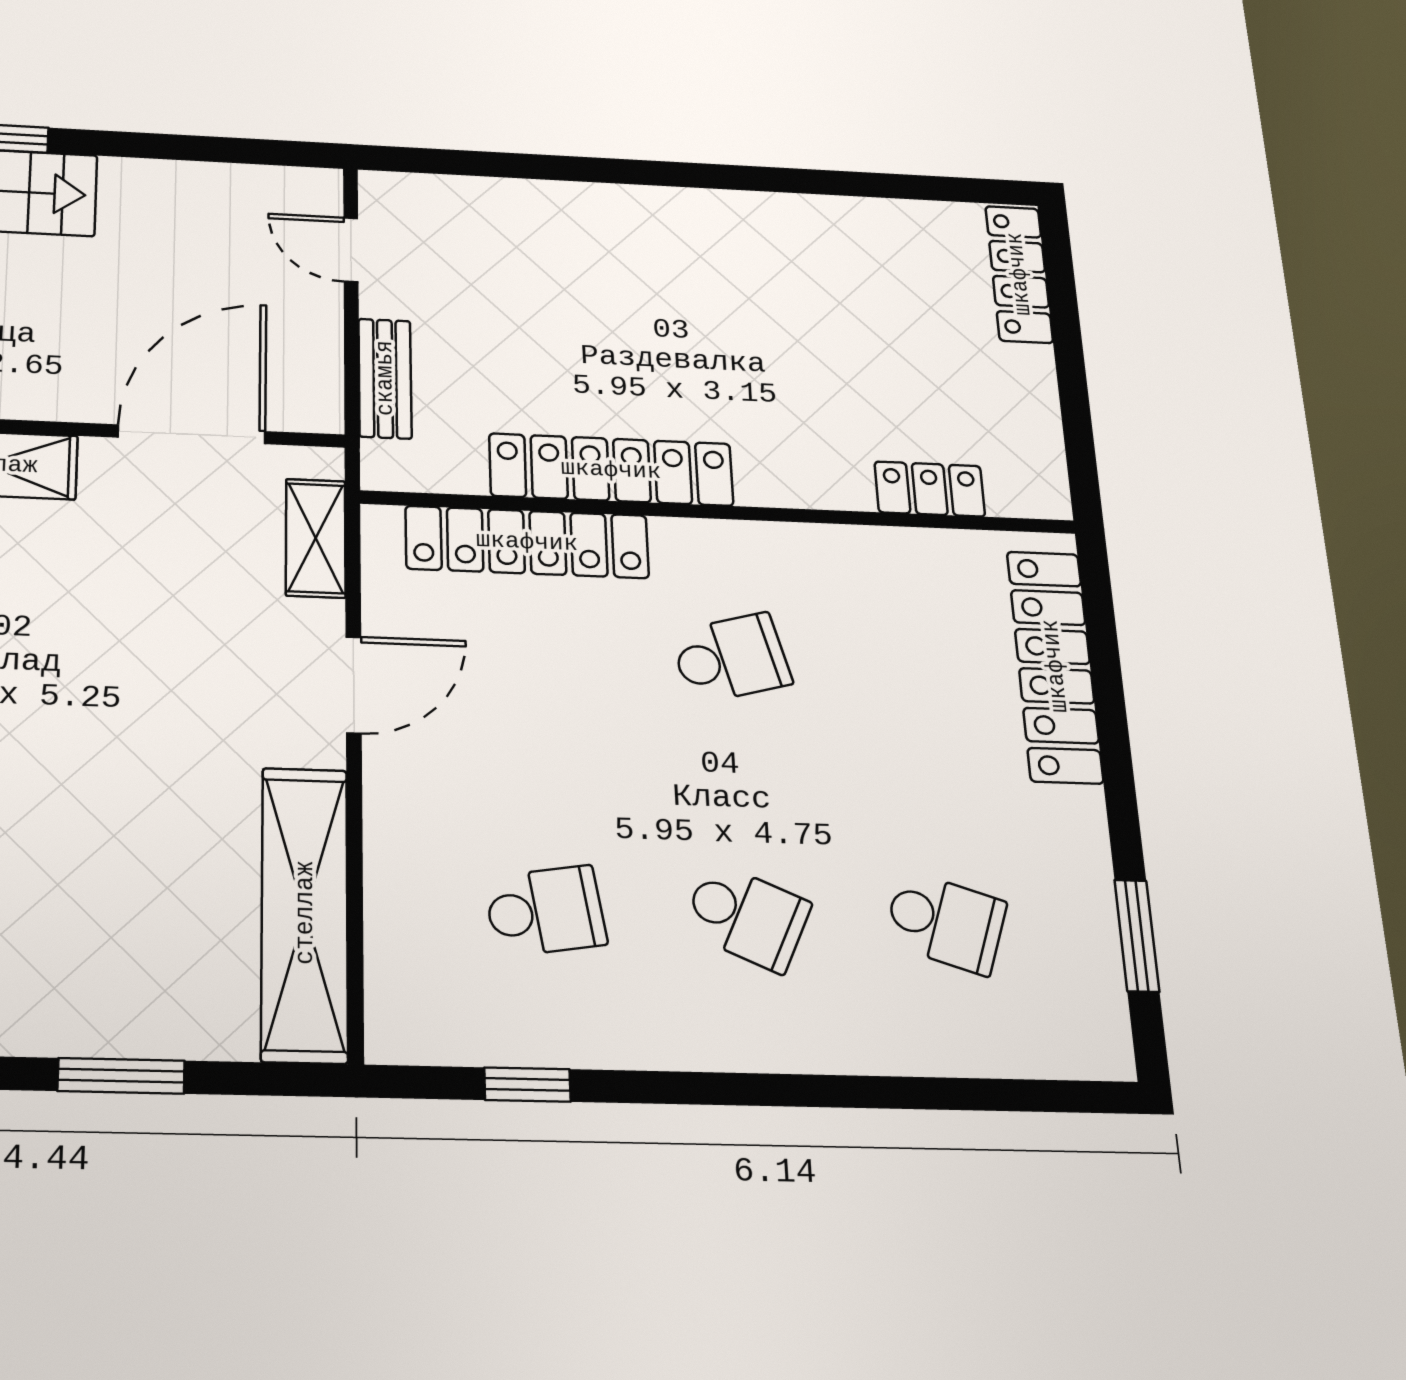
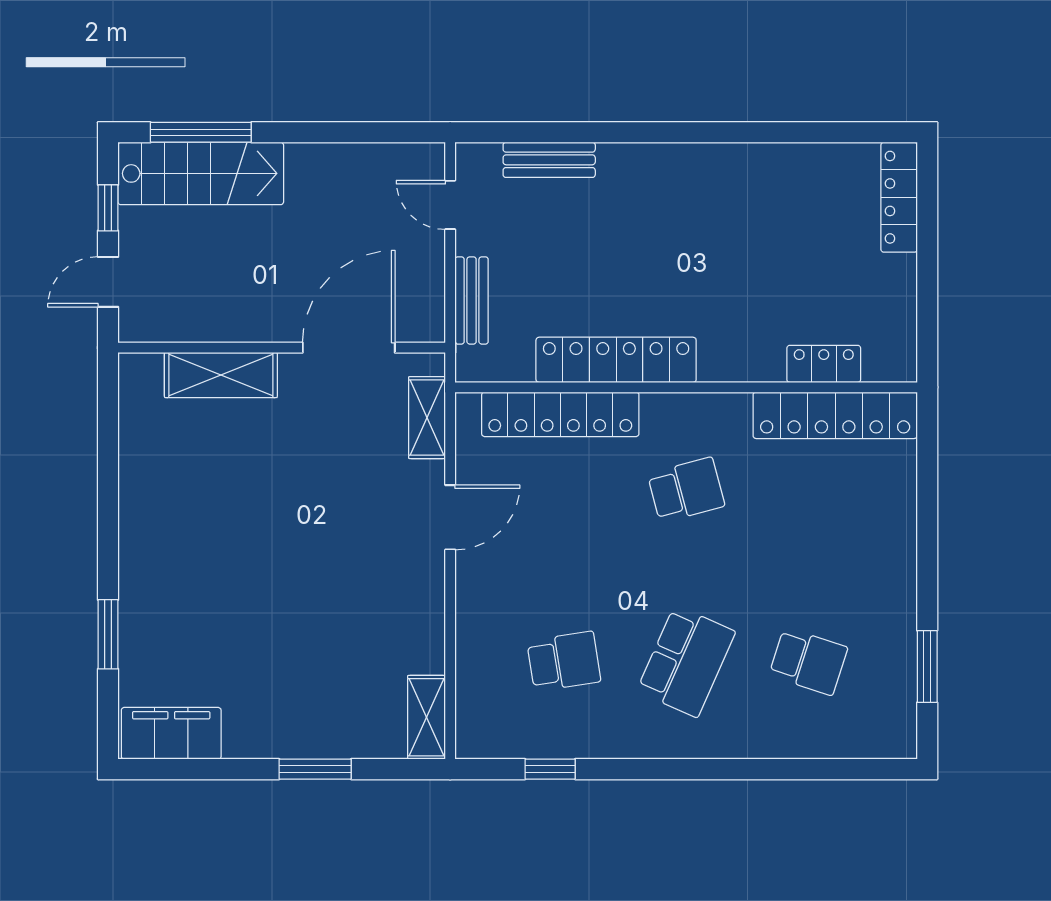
bench: (500, 200) -> (549, 160), added
locker: (1055, 666) -> (835, 415), moved, turned -90
shelving: (305, 913) -> (427, 717), width x0.45, depth x0.75
school desk: (747, 917) -> (686, 661), width x1.85

